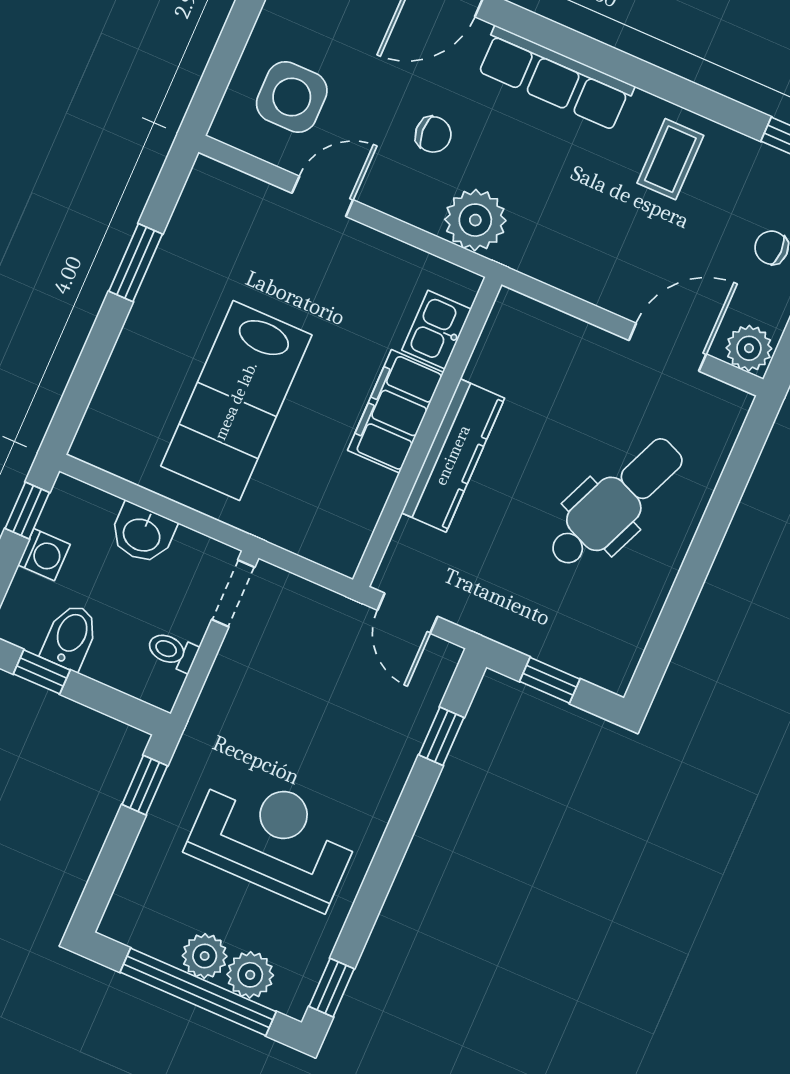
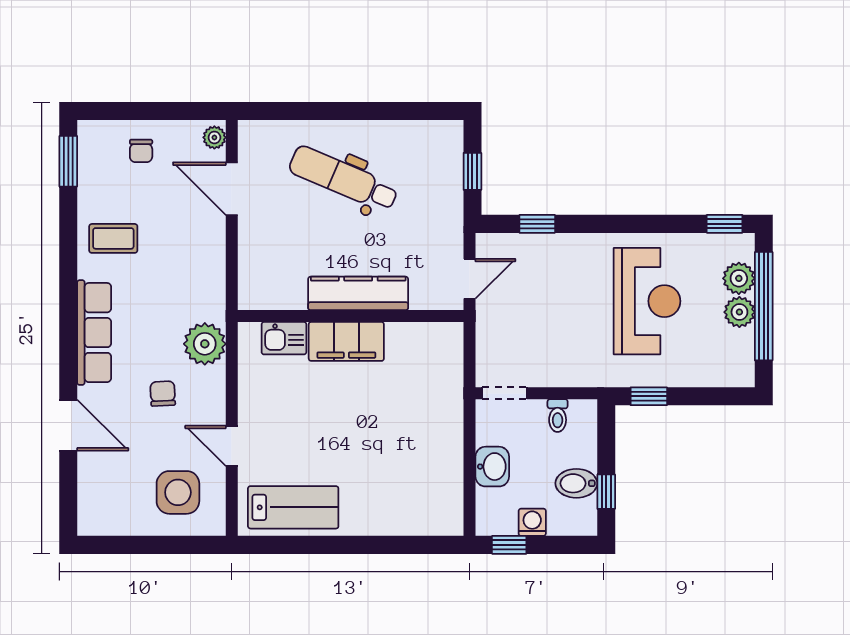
window: (136, 263) -> (324, 545), removed
plant: (749, 348) -> (214, 137), width x0.73, depth x0.73
lab bench: (236, 401) -> (293, 507), moved, width x0.73, depth x0.72
reception desk: (273, 838) -> (647, 301), turned 180

